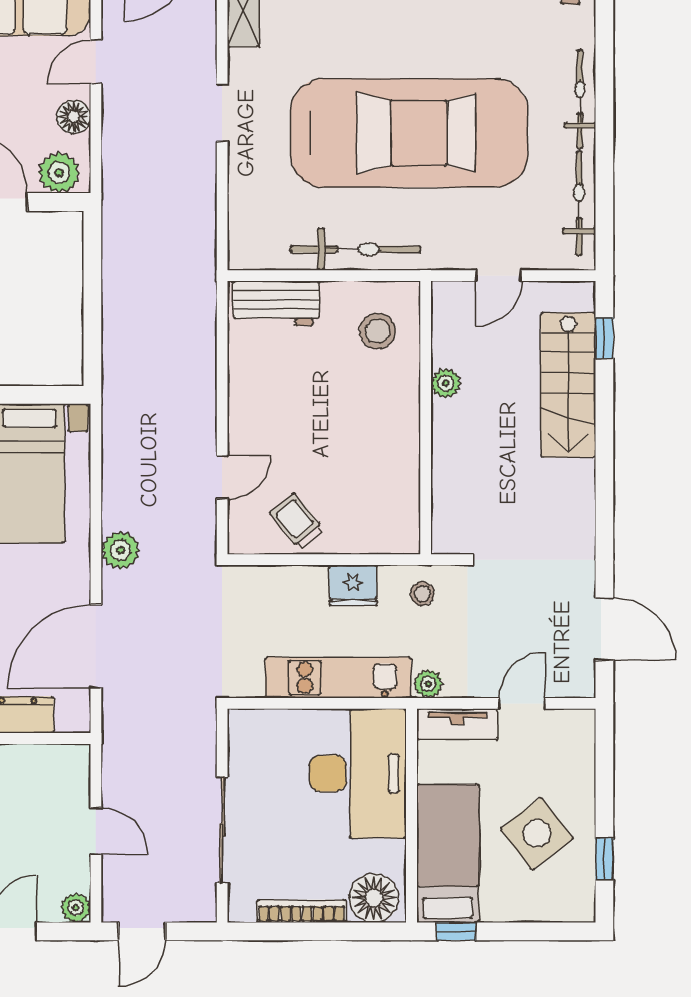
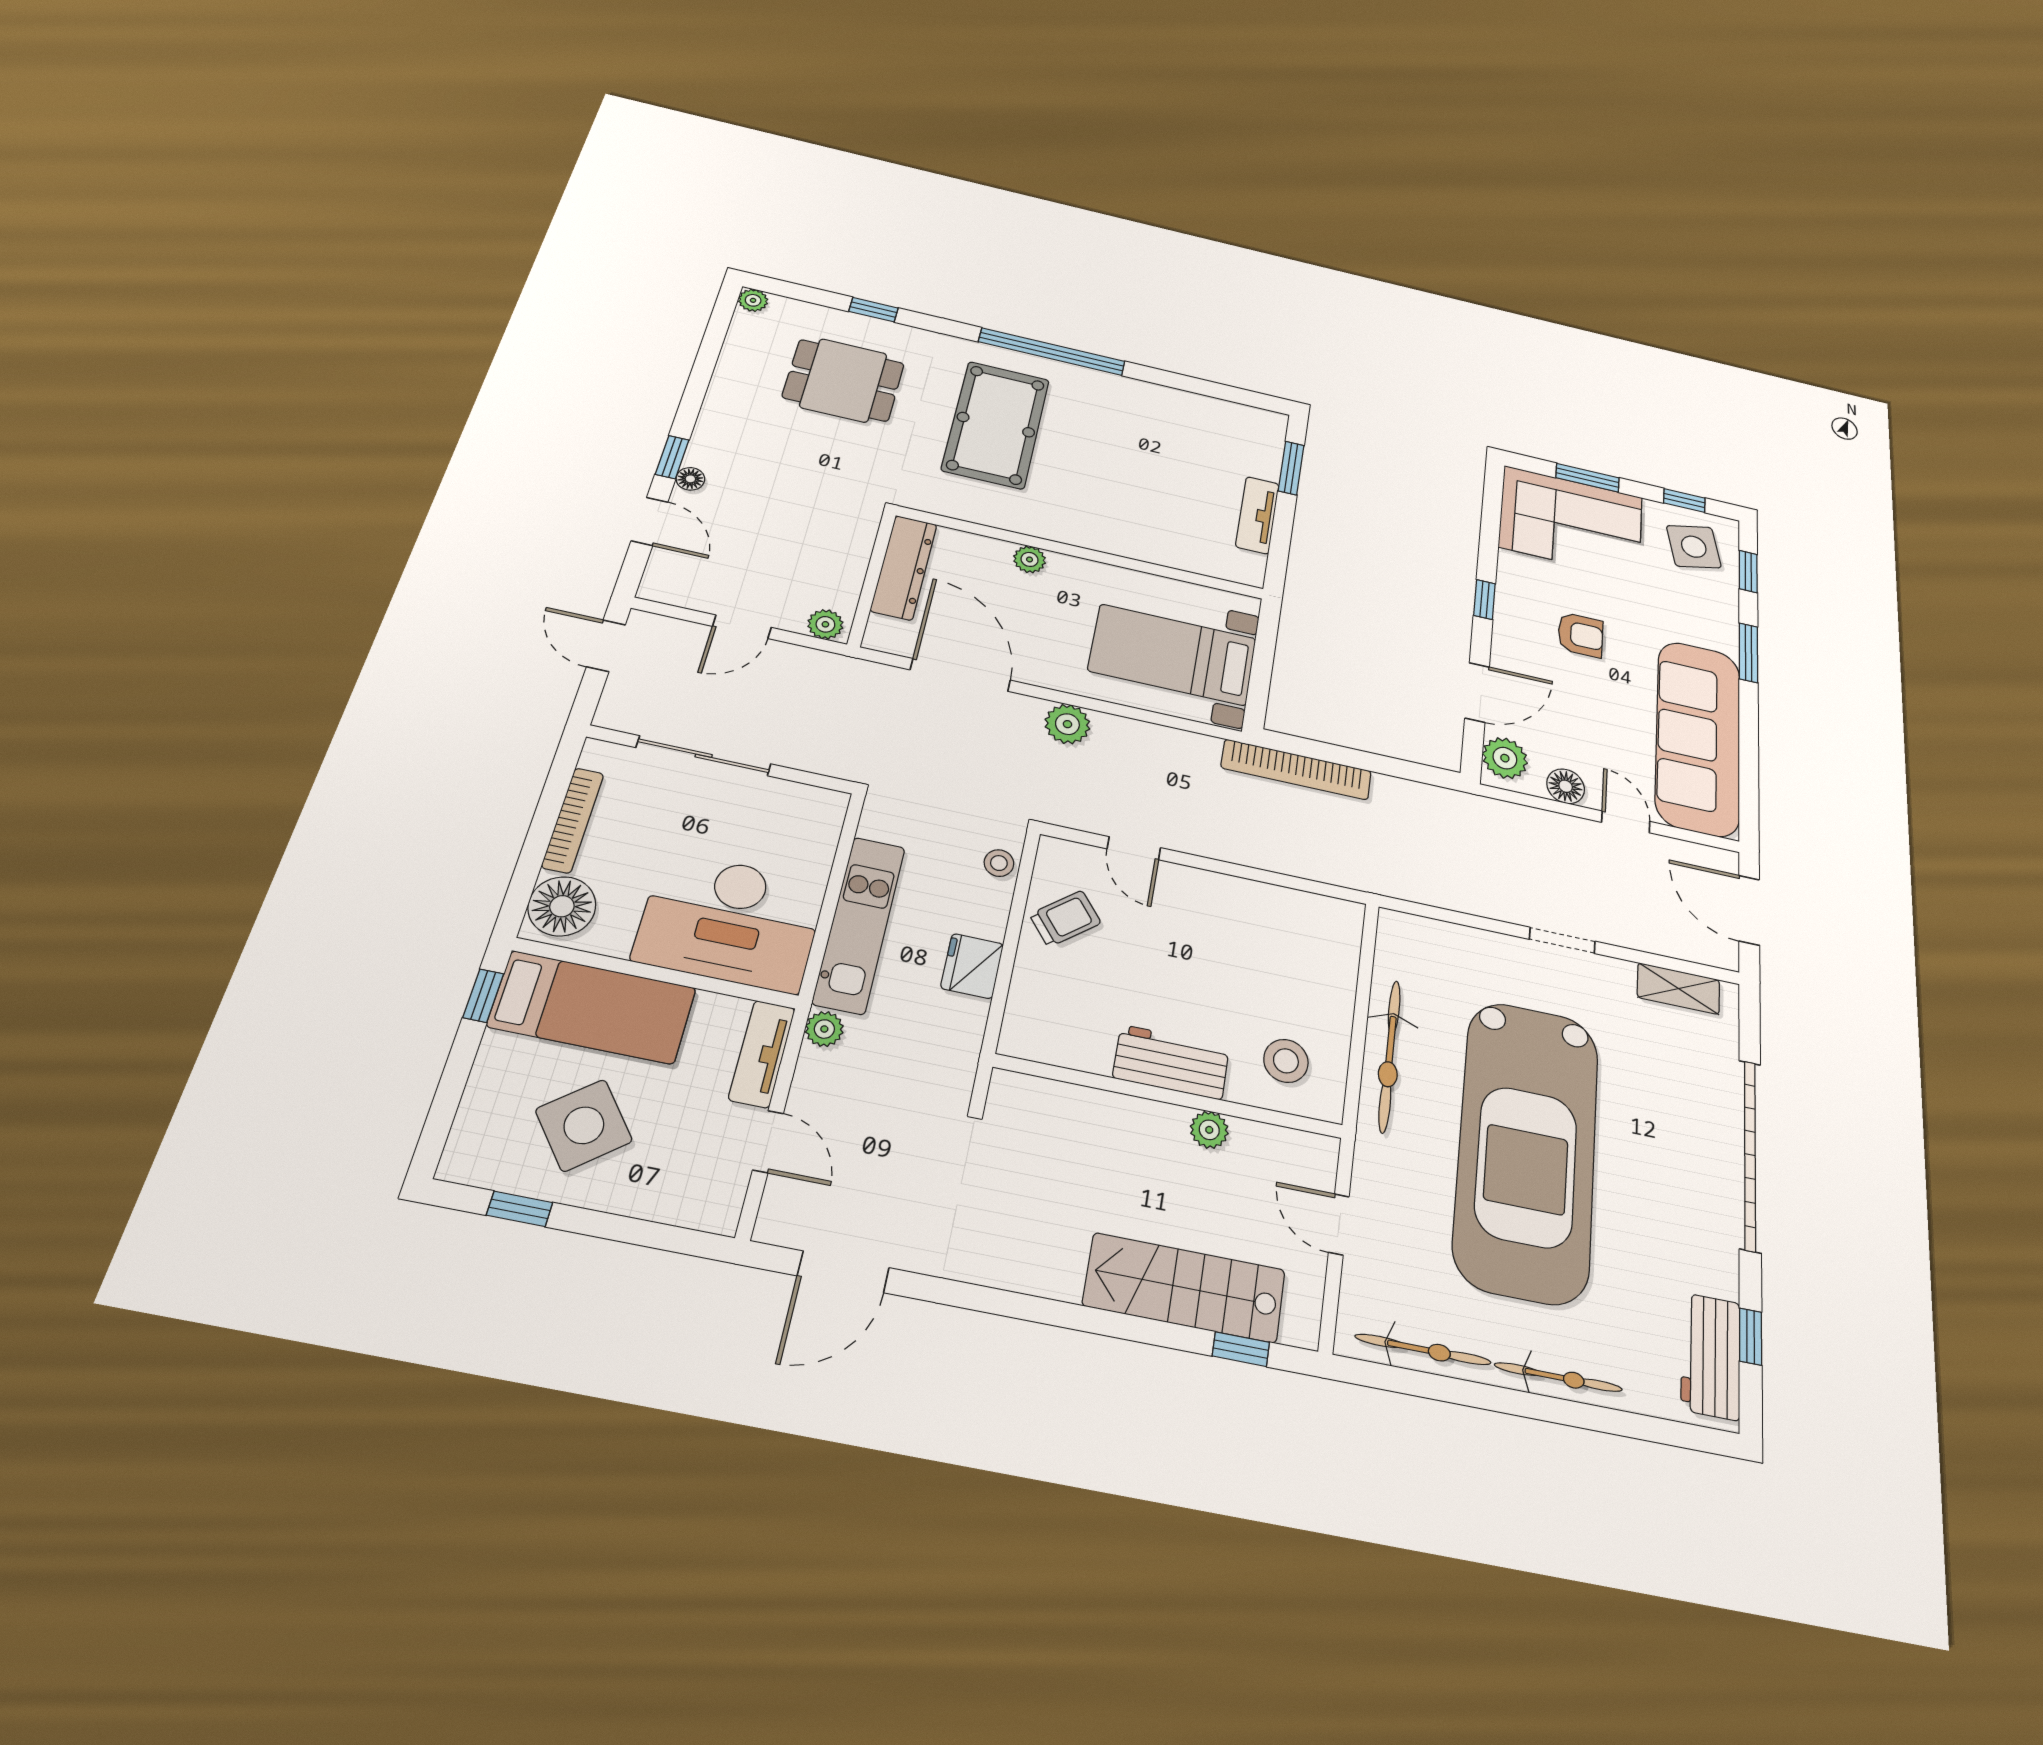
workbench: (276, 303) -> (1171, 1062), moved, turned 90
bookcase: (116, 353) -> (1296, 769), added
stool: (422, 594) -> (999, 863), moved
plant: (76, 908) -> (825, 624), moved

